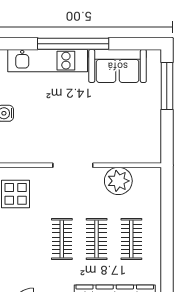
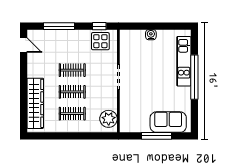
sofa: (118, 66) -> (168, 122), moved, turned 90
window: (167, 86) -> (157, 136), moved
plant: (118, 181) -> (109, 119), moved

